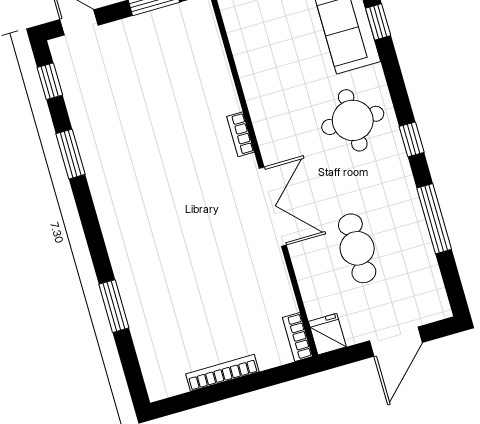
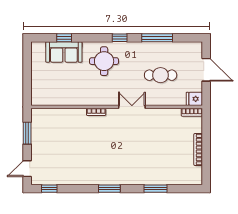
window: (71, 154) -> (109, 189), moved
double door: (273, 207) -> (132, 107), width x0.73

